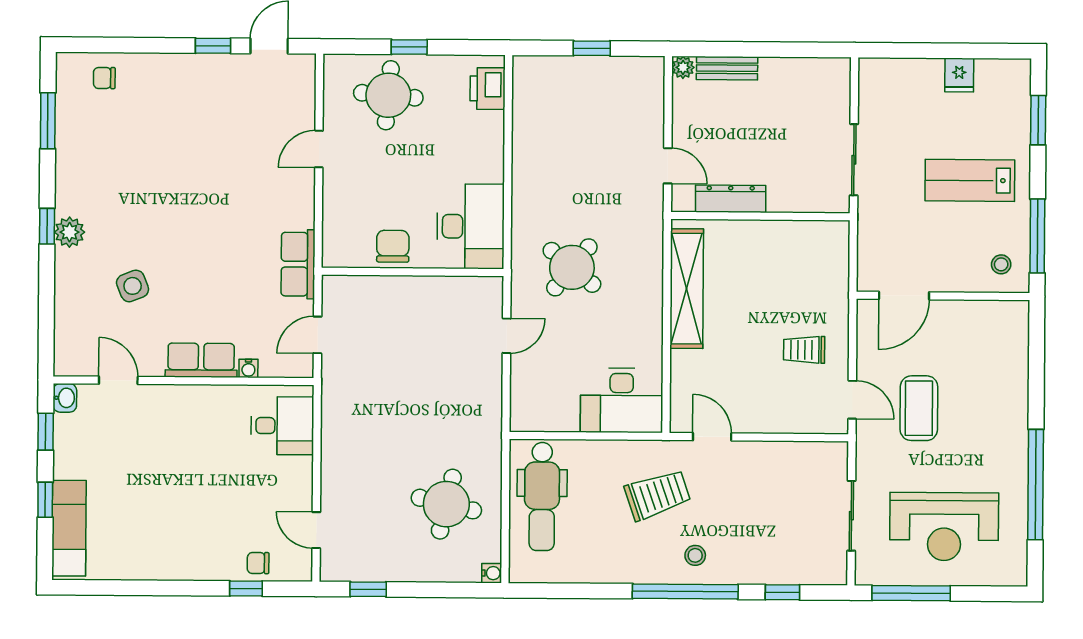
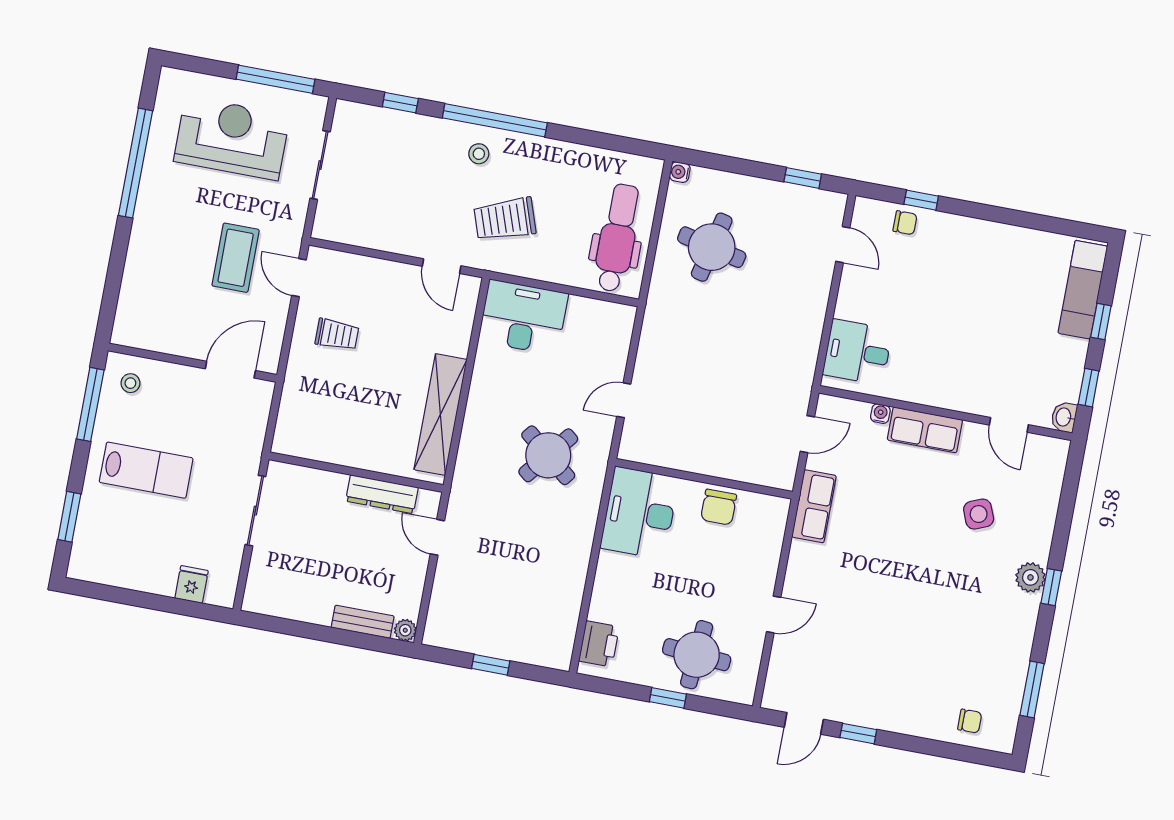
fridge: (959, 75) -> (192, 584), moved

